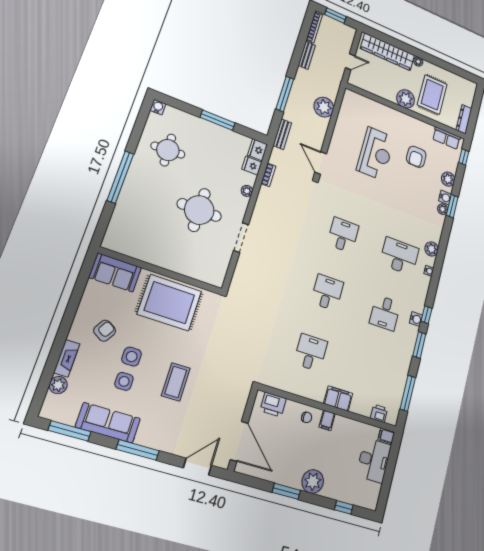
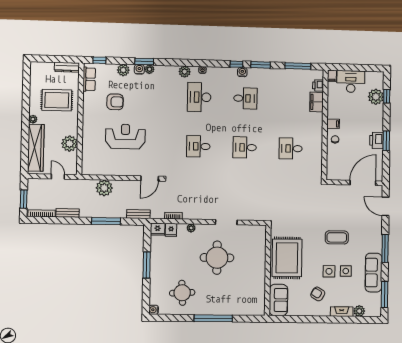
plant: (406, 99) -> (70, 144), moved
filing cabinet: (338, 399) -> (317, 102), moved
printer: (273, 405) -> (376, 140), moved, turned 180
plant: (313, 481) -> (376, 97), moved

